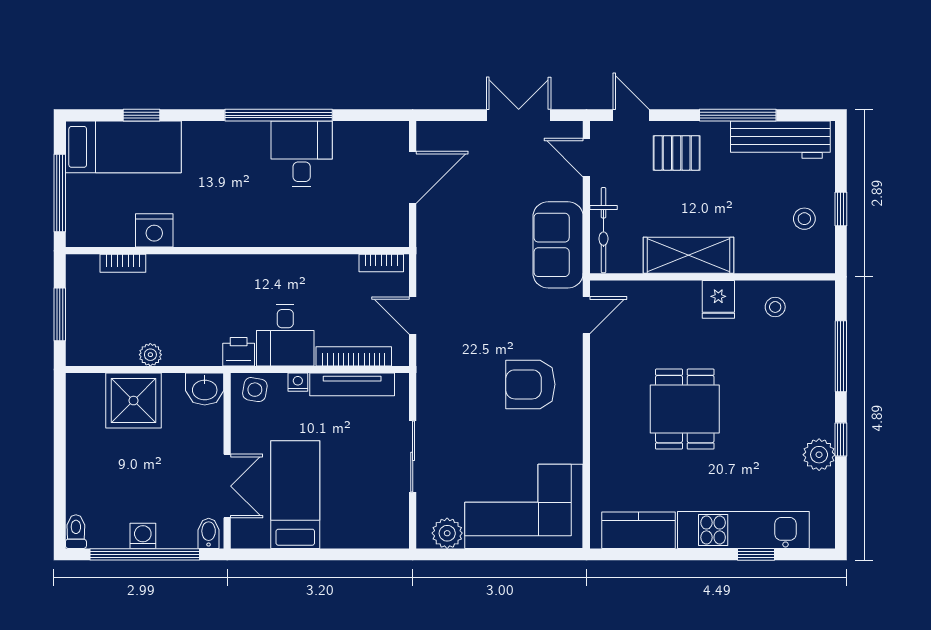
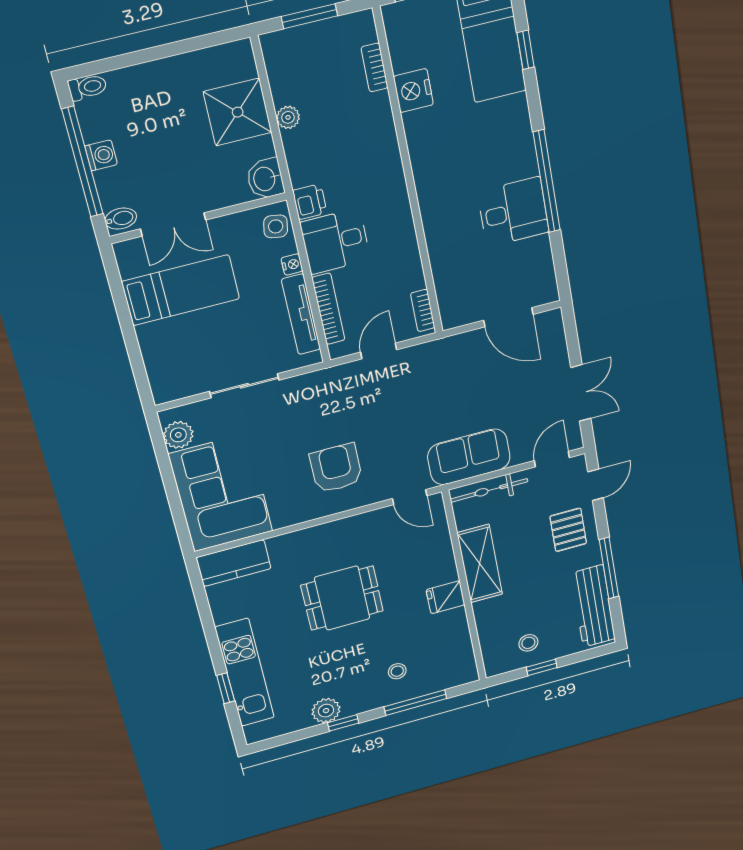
stool: (775, 307) -> (397, 671), moved
kitchen counter: (639, 530) -> (234, 563), moved, turned 90

